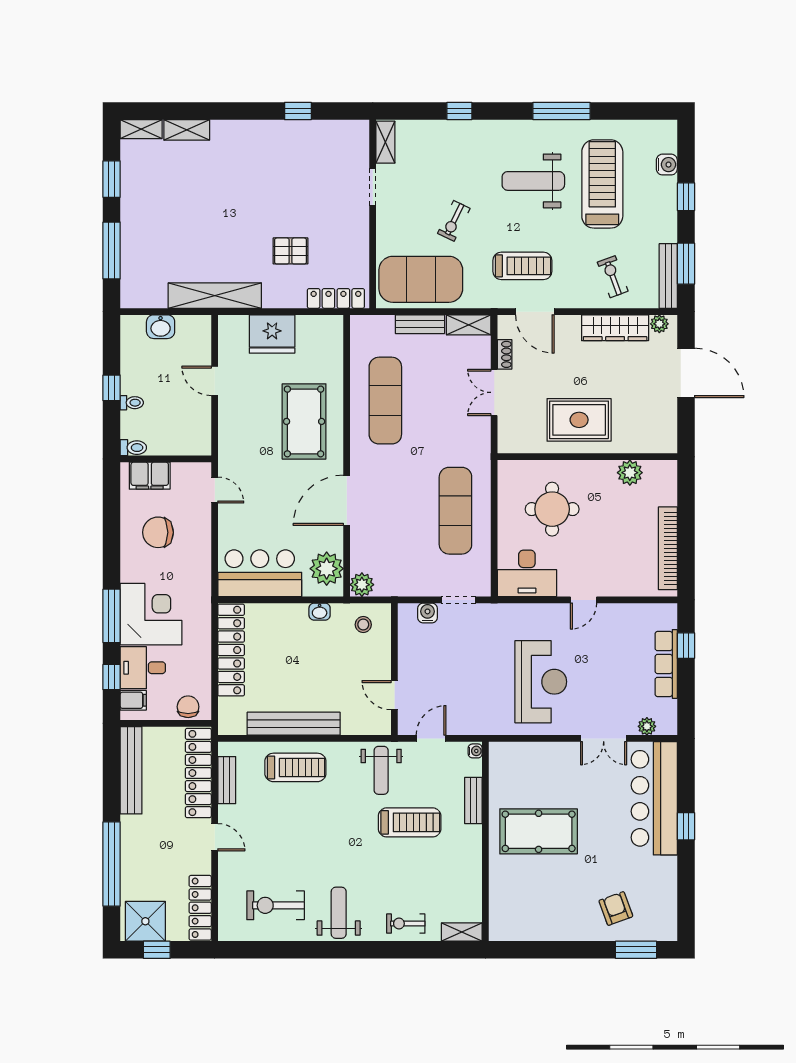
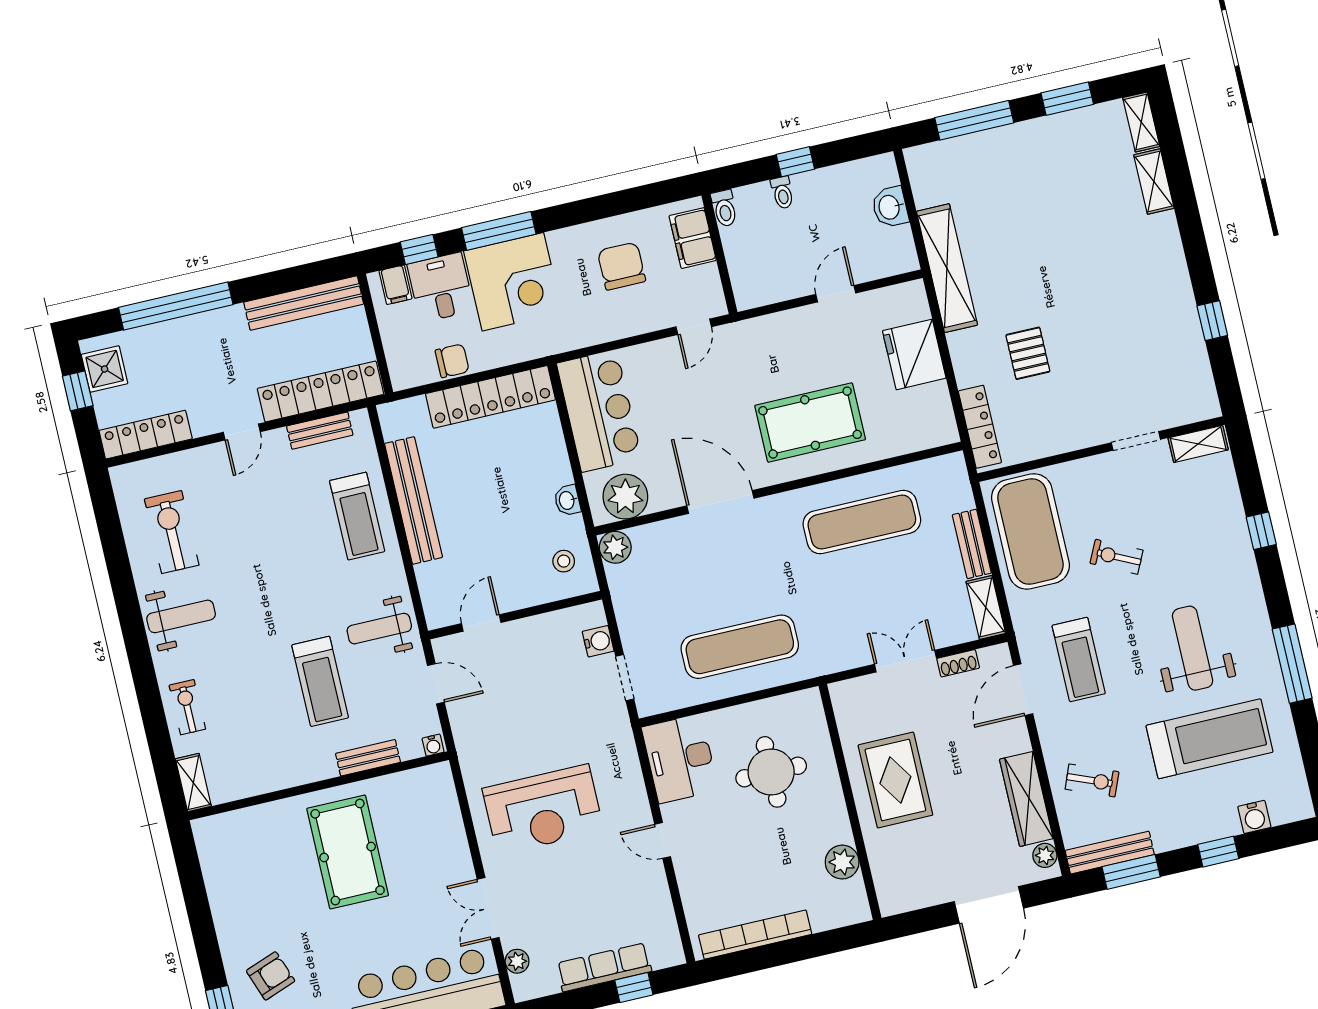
exercise bike: (613, 277) -> (1092, 780), turned 42
chair: (188, 707) -> (452, 361), moved
shower: (145, 921) -> (105, 369), width x0.73, depth x0.73

